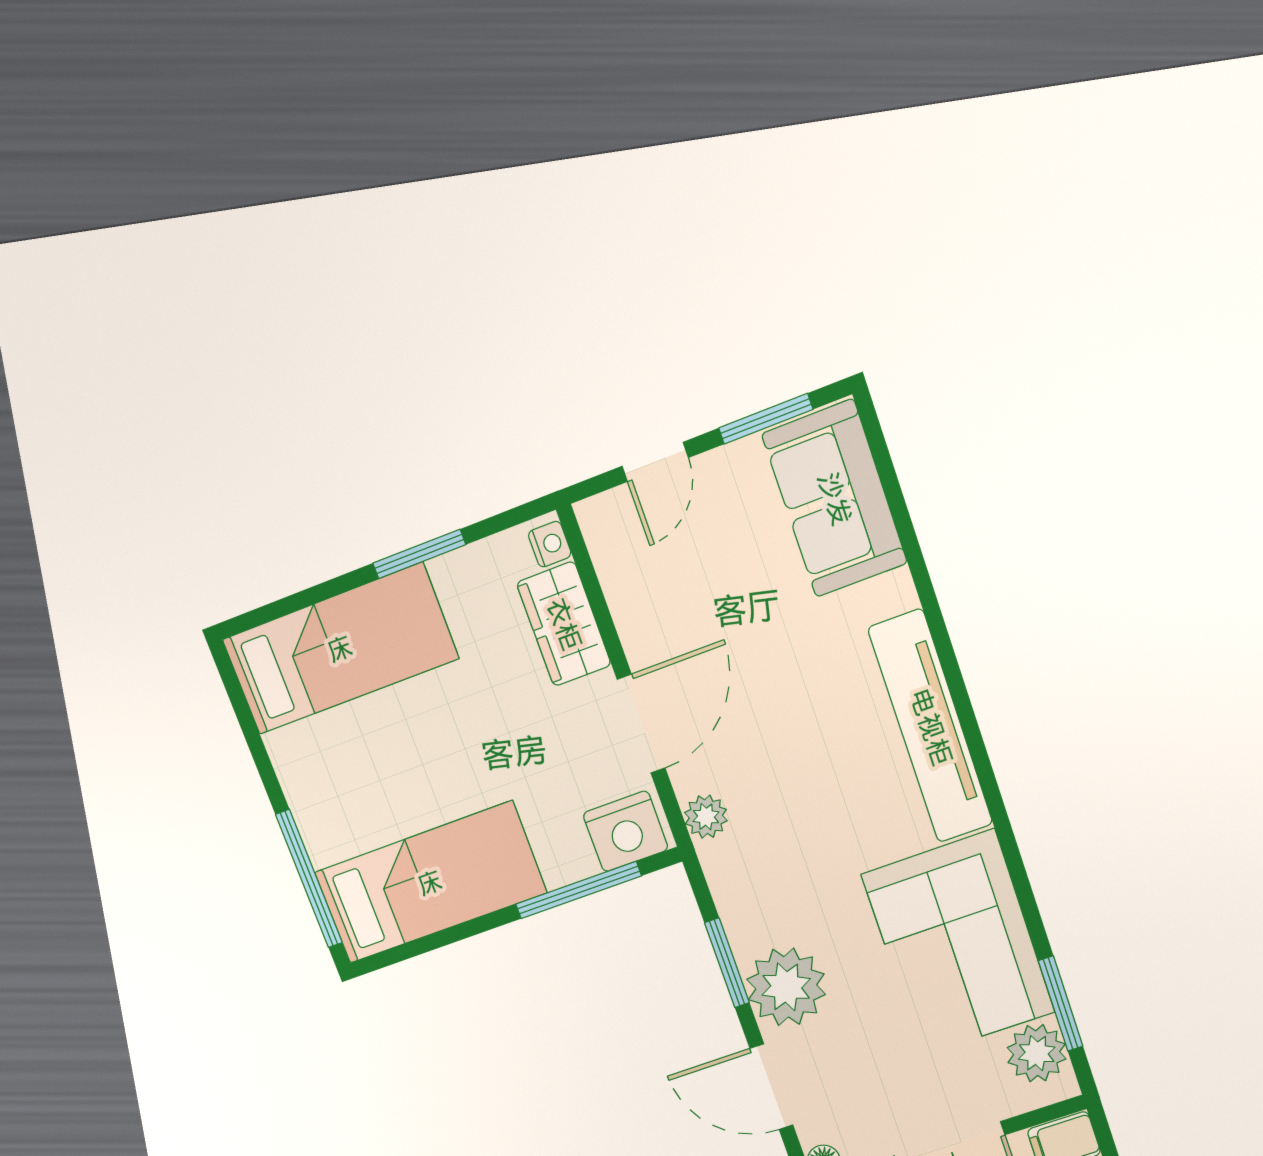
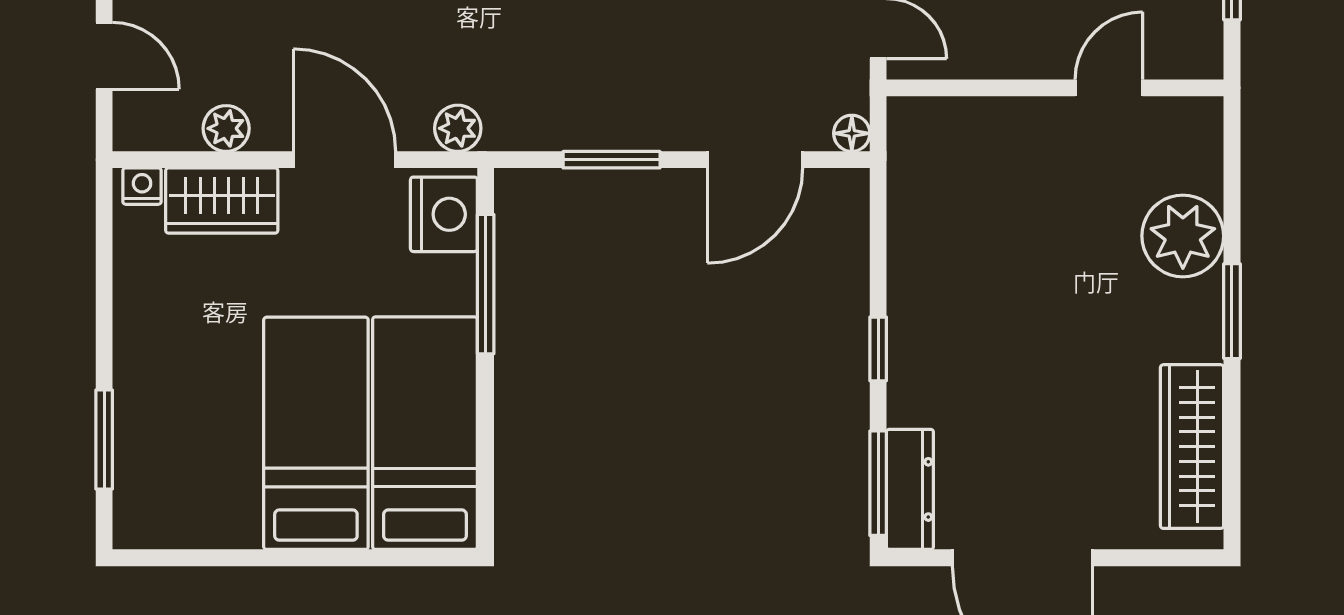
window: (419, 554) -> (104, 440), moved
bed: (340, 649) -> (316, 433), moved
window: (309, 879) -> (377, 558), removed
plant: (786, 987) -> (226, 128), moved, width x0.53, depth x0.53

